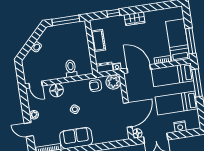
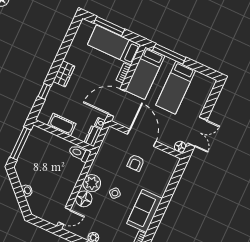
window: (191, 41) -> (109, 26), moved
toilet: (71, 68) -> (79, 153), moved
plant: (113, 82) -> (92, 183), moved
armchair: (95, 86) -> (136, 163), moved
door: (128, 115) -> (142, 138), moved
nightstand: (180, 126) -> (201, 100), removed

